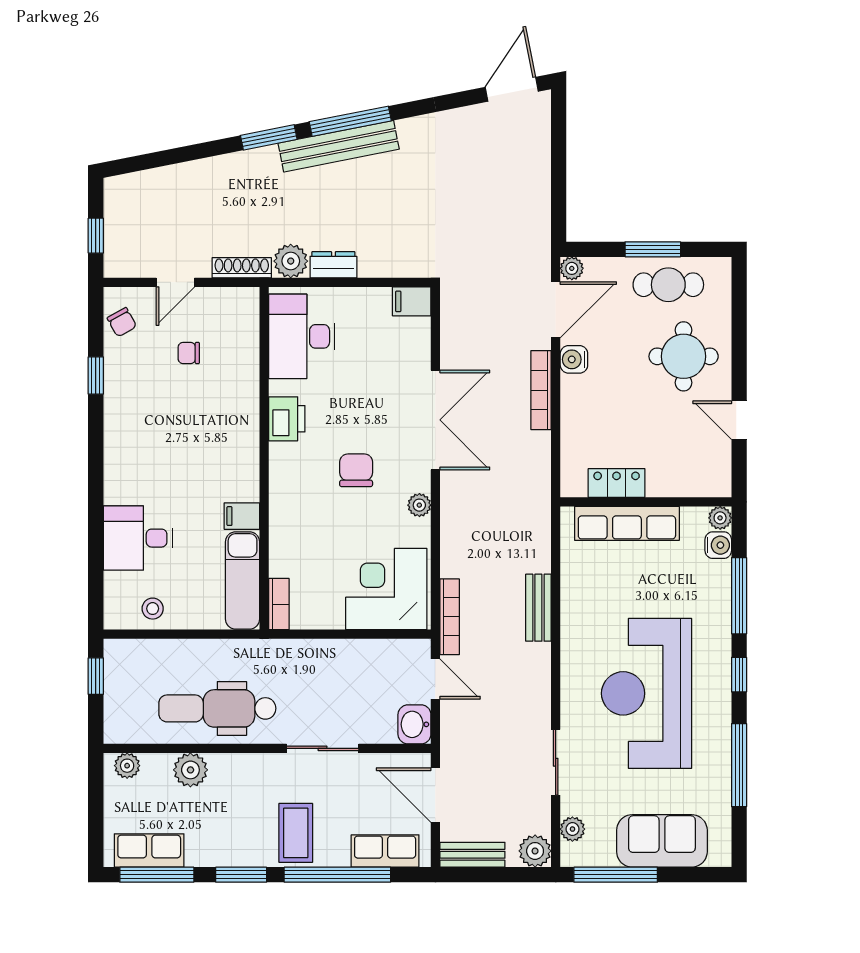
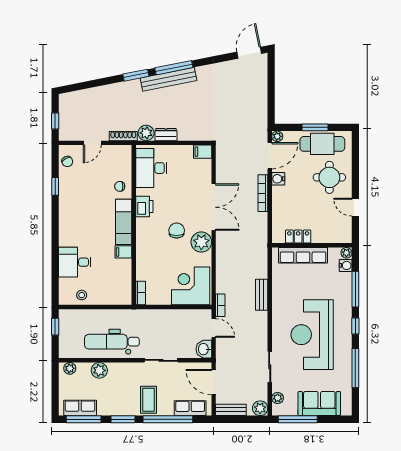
cafe table: (668, 285) -> (322, 144), width x1.37, depth x1.35
chair: (189, 353) -> (120, 186), moved
plant: (419, 505) -> (201, 242), width x1.87, depth x1.87
exam couch: (243, 580) -> (124, 222), moved
bookcase: (450, 617) -> (220, 305), width x0.64

